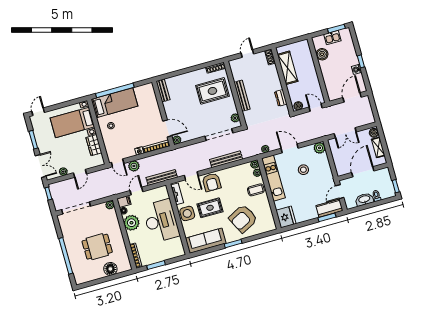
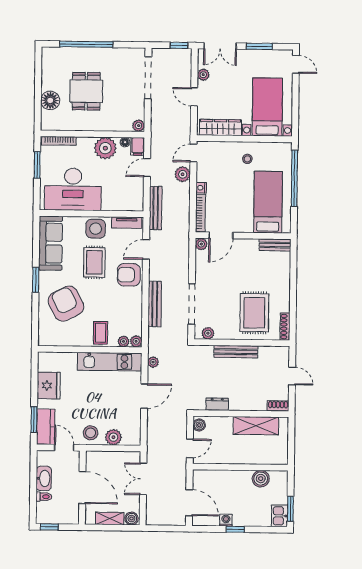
kitchen sink: (332, 37) -> (279, 516), moved
bed: (114, 103) -> (268, 202), moved, turned 180
wardrobe: (94, 145) -> (220, 127), width x1.50
plant: (320, 148) -> (113, 437), moved
stool: (303, 170) -> (90, 433), moved
door: (136, 191) -> (147, 168), swing flipped
fridge: (286, 217) -> (49, 385), moved, turned -90
desk: (161, 221) -> (73, 189), moved

